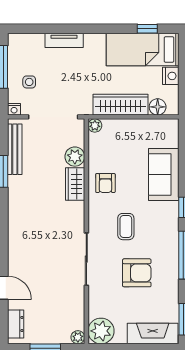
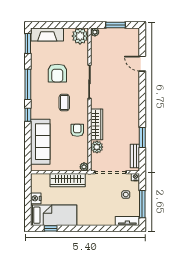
tv unit: (64, 40) -> (127, 221), moved
floor lamp: (158, 107) -> (44, 179), removed
bench: (15, 149) -> (135, 156), width x0.73
sofa: (164, 174) -> (40, 142), width x1.36
wardrobe: (75, 184) -> (97, 124), width x1.50
armchair: (137, 273) -> (57, 73), turned -90
dresser: (16, 324) -> (134, 40), removed

